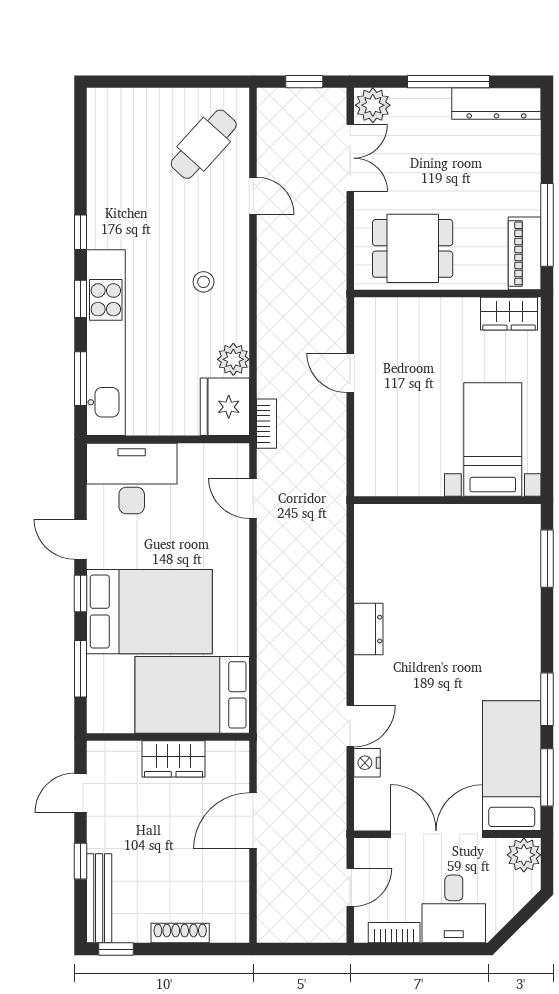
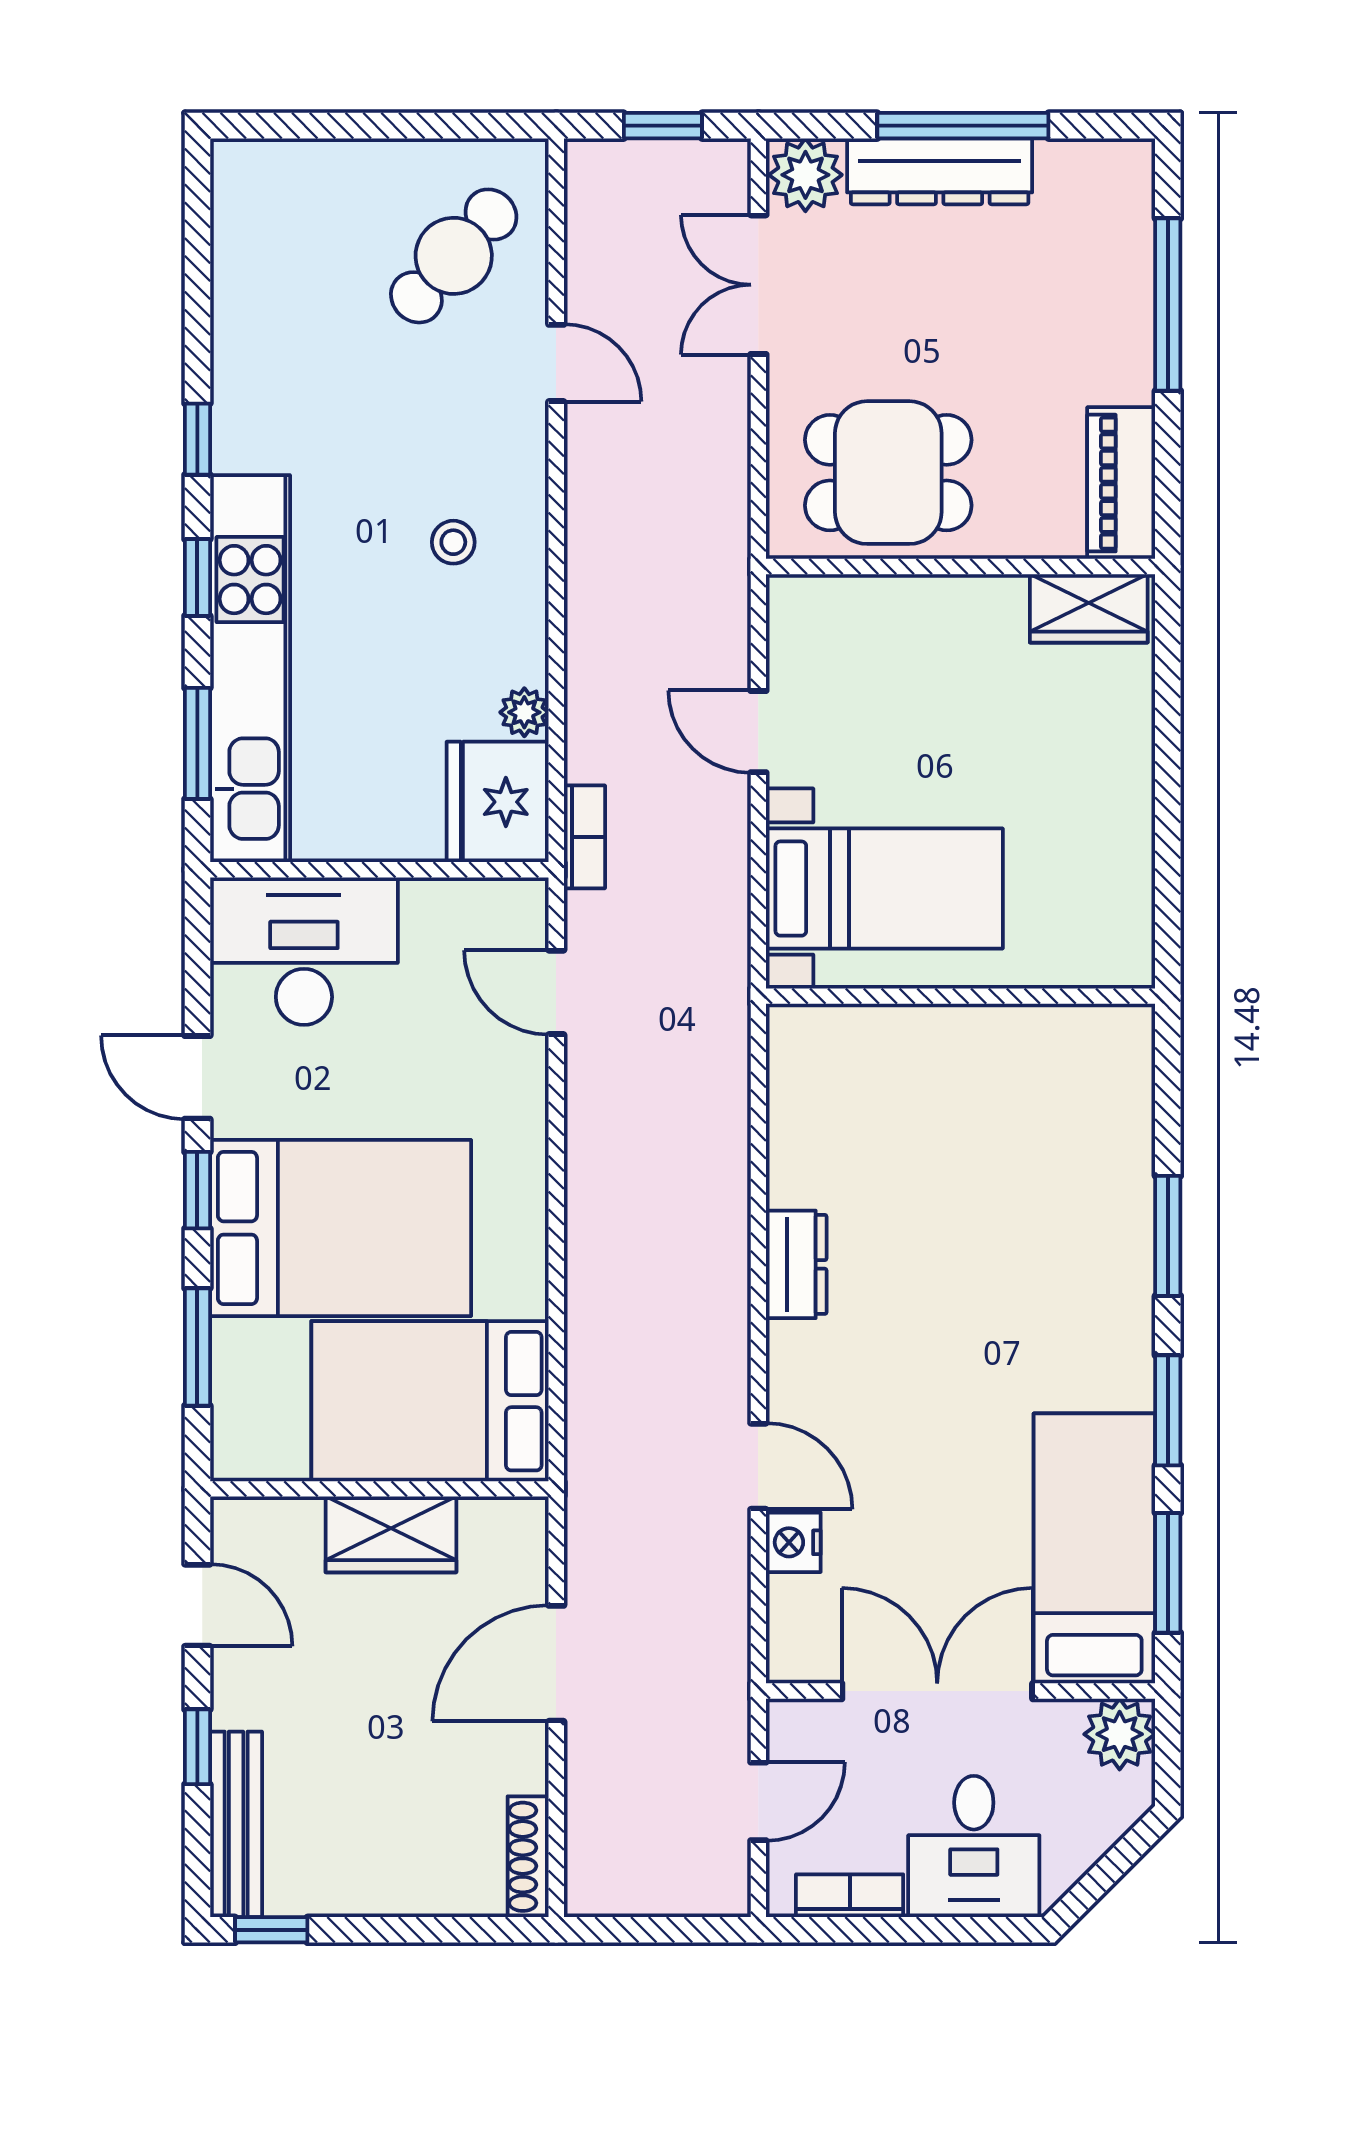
dresser: (496, 104) -> (940, 171), moved
double door: (350, 158) -> (758, 285), swing flipped
window: (547, 225) -> (1168, 305), moved
plant: (233, 359) -> (524, 712), width x0.73, depth x0.73
bed with nightstands: (493, 440) -> (884, 889), moved, turned 90
window: (547, 559) -> (1168, 1236), moved
door: (350, 726) -> (758, 1466), hinge flipped
door: (80, 793) -> (197, 1605), swing flipped
shoe rack: (180, 933) -> (528, 1857), moved, turned -90

